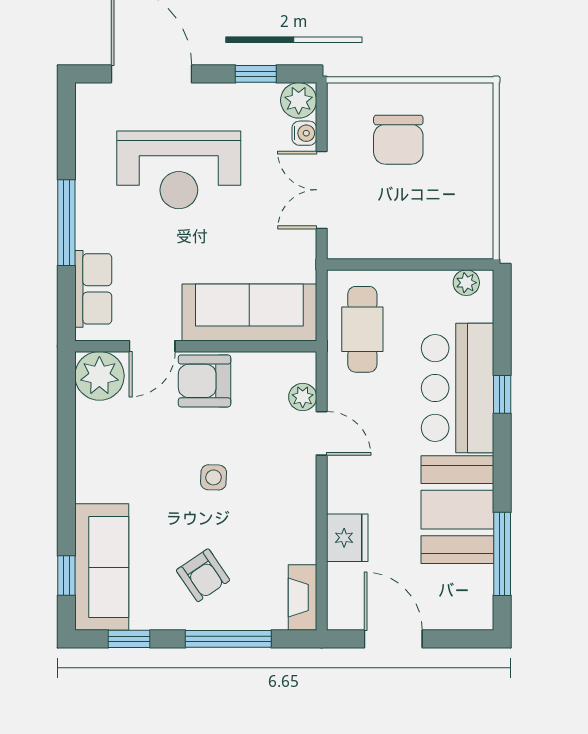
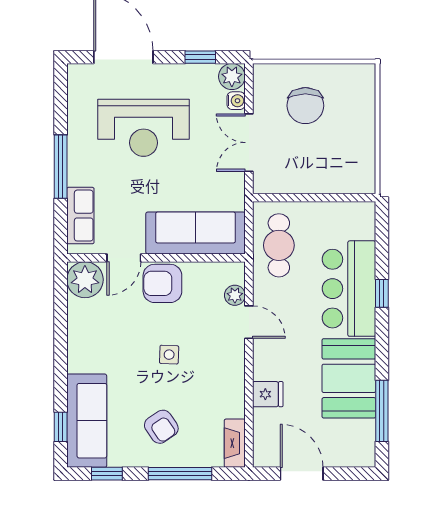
plant: (466, 283) -> (356, 211), removed
fridge: (347, 538) -> (268, 394), width x0.72

